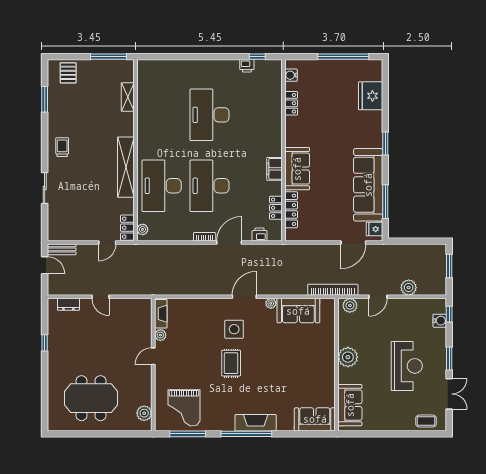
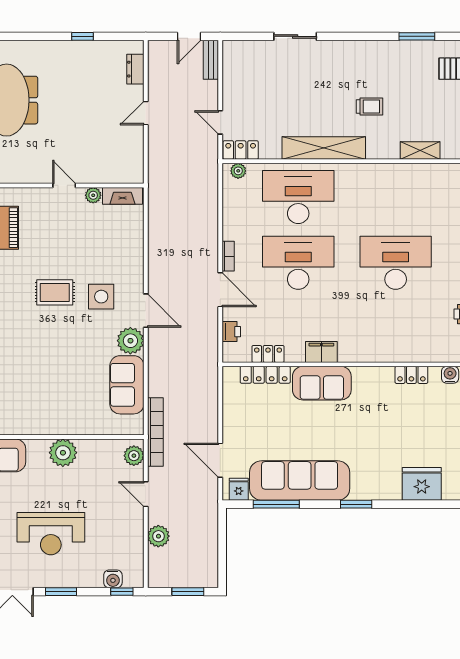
trolley: (62, 147) -> (370, 107), moved
plant: (271, 303) -> (130, 341), width x1.87, depth x1.87

